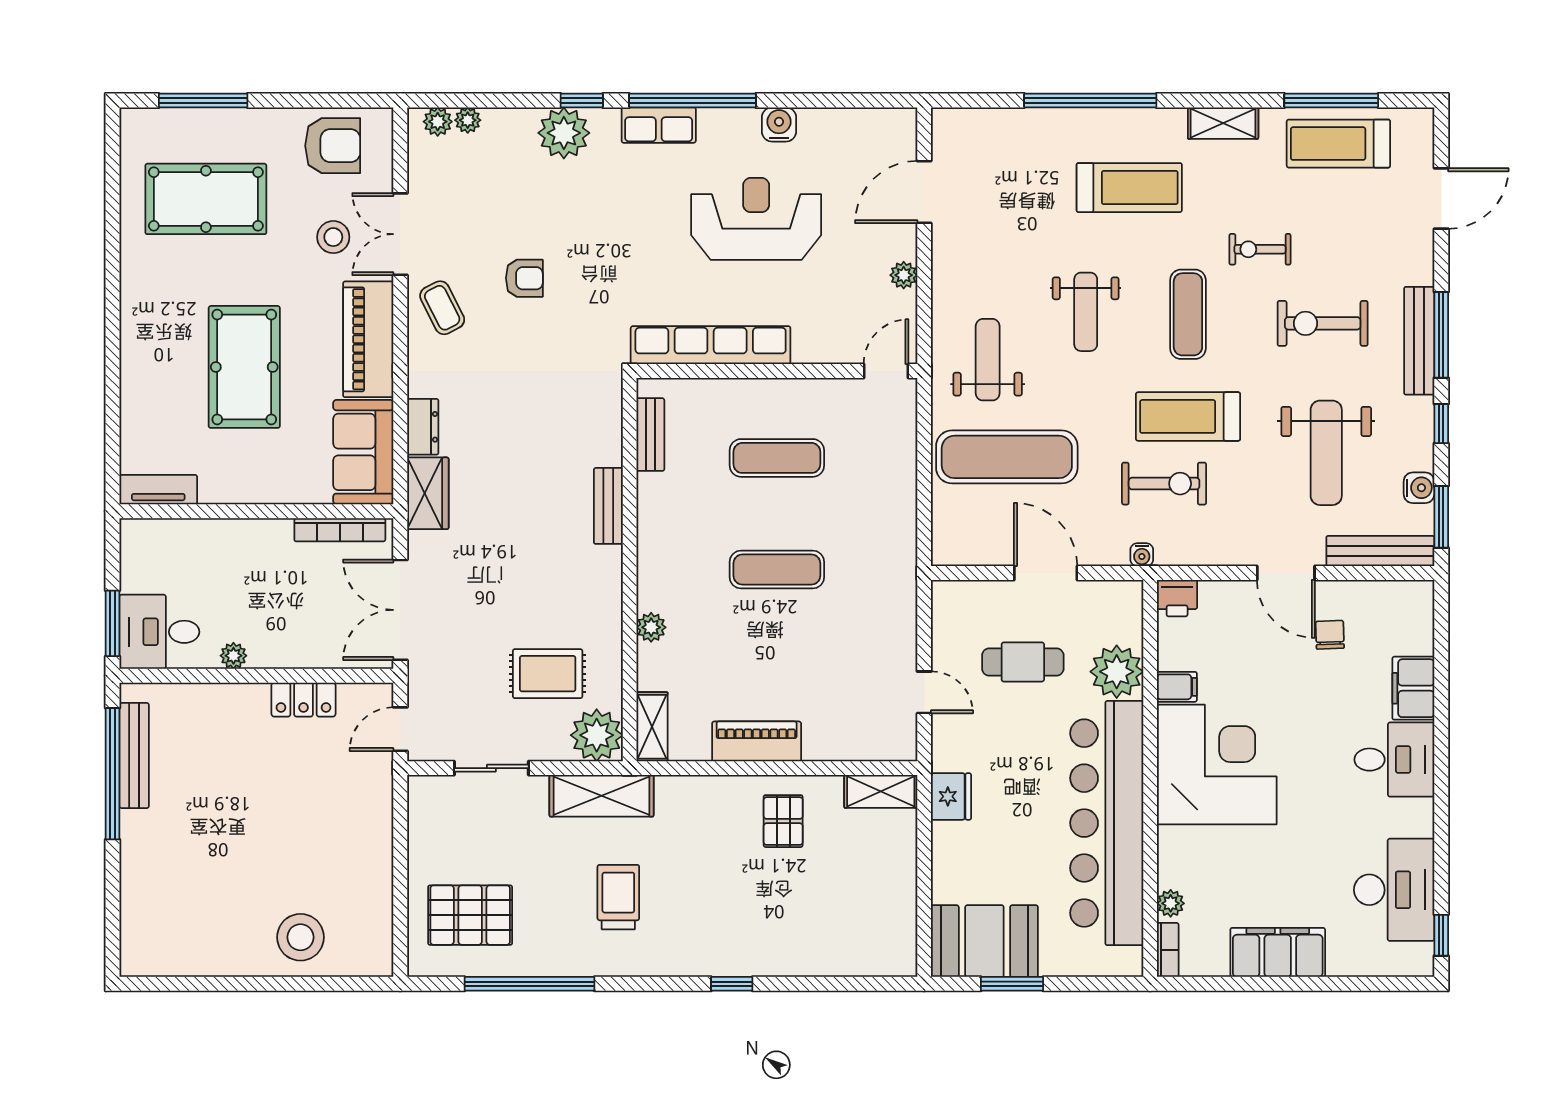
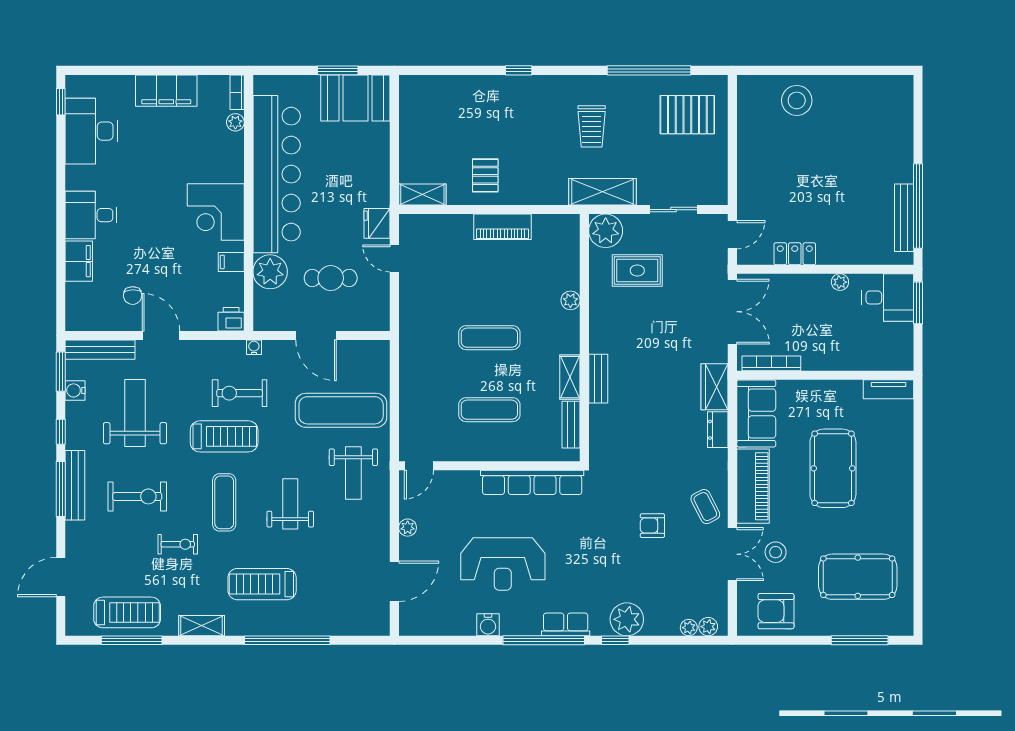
shelving: (652, 727) -> (570, 377), moved
corner desk: (1217, 764) -> (216, 212), width x0.74, depth x0.74
fridge: (951, 796) -> (377, 223), moved

